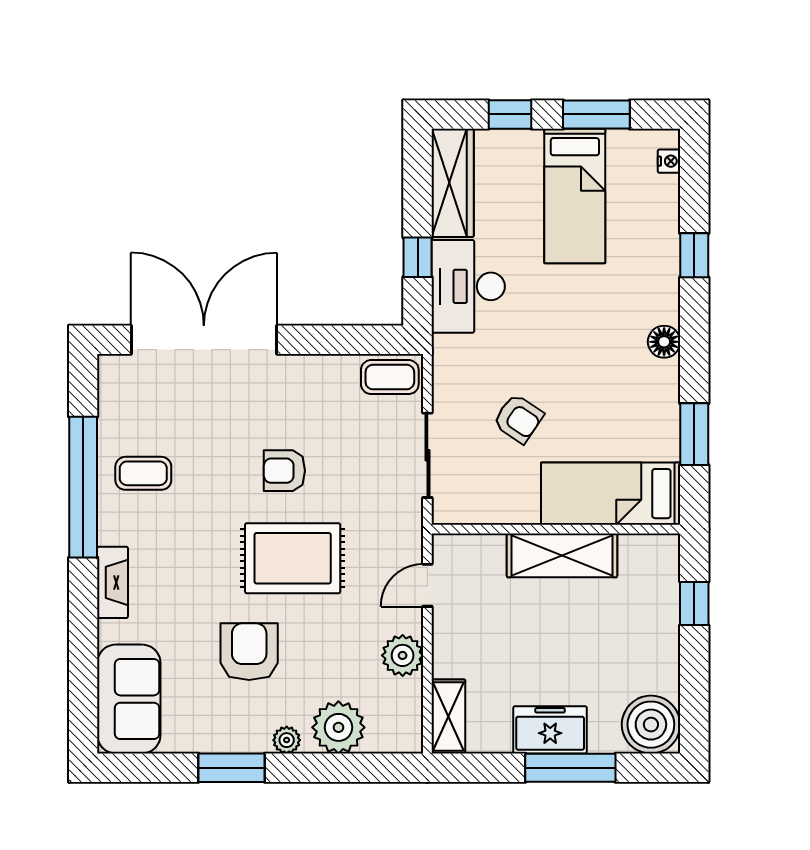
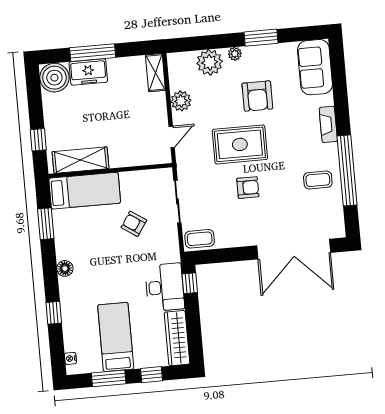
window: (418, 257) -> (190, 283), moved
shelving: (562, 555) -> (80, 160), moved
freezer: (550, 730) -> (88, 72), moved

